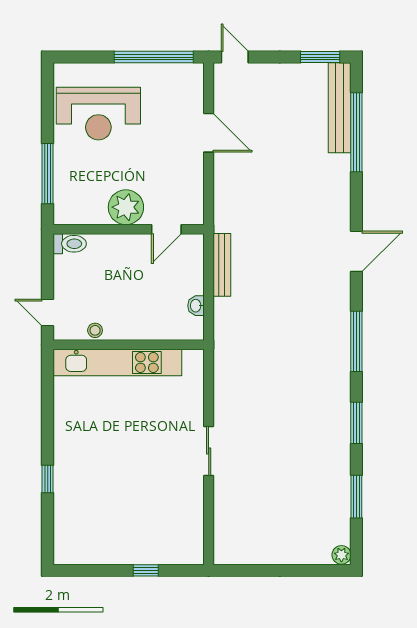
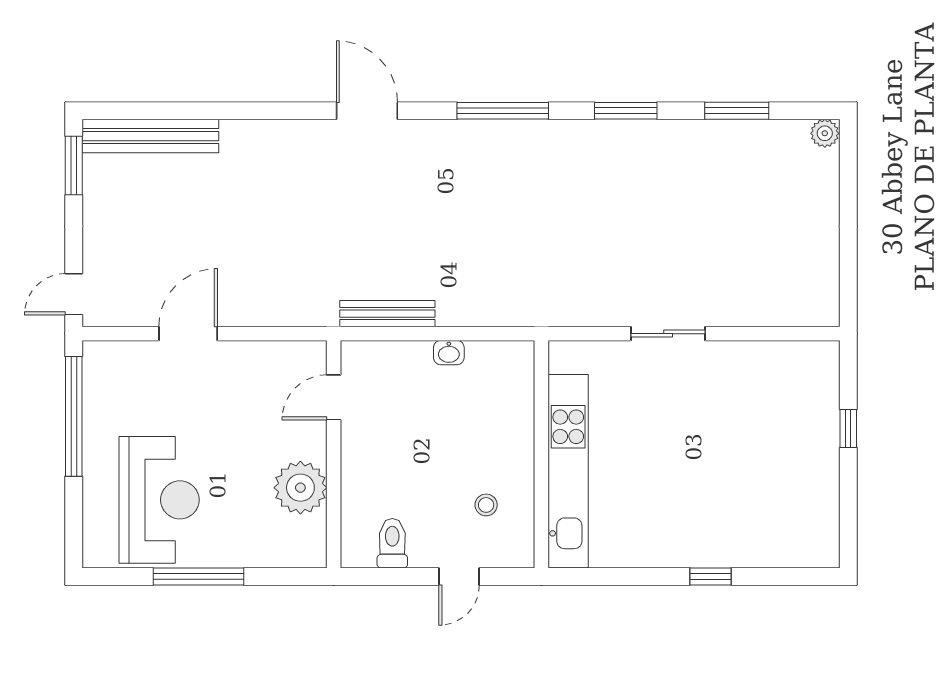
window: (356, 132) -> (187, 111), removed
window: (48, 174) -> (198, 577), moved
plant: (126, 207) -> (300, 488), moved
door: (166, 229) -> (334, 397), swing flipped
toilet: (70, 244) -> (392, 543), moved
wall: (129, 345) -> (541, 454), moved
kitchen unit: (117, 363) -> (568, 471), moved

